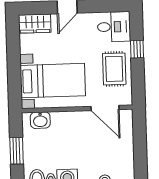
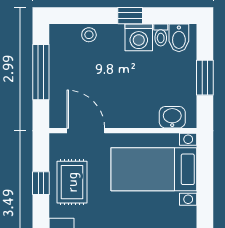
window: (137, 49) -> (41, 183), moved
window: (140, 151) -> (41, 72), added

